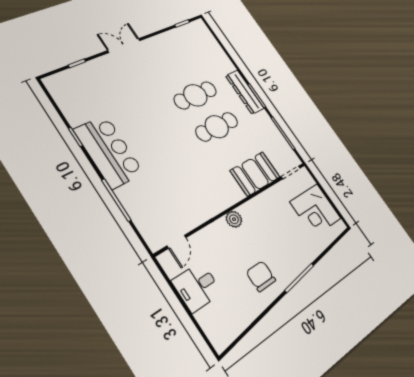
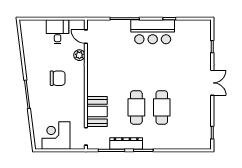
dresser: (245, 92) -> (126, 143), moved
plant: (234, 219) -> (79, 55), moved
chair: (261, 276) -> (58, 78), moved

